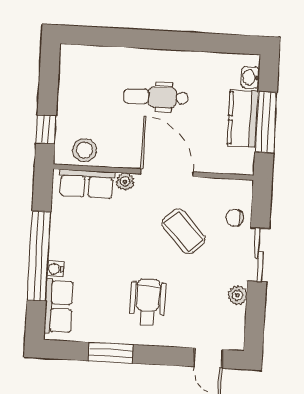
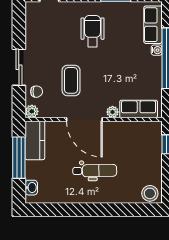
kitchen counter: (243, 118) -> (35, 140), moved
stool: (84, 150) -> (150, 193), moved
coffee table: (183, 231) -> (71, 80), turned 43
plant: (237, 295) -> (32, 111), moved
wheelchair: (148, 302) -> (93, 31), turned 180

